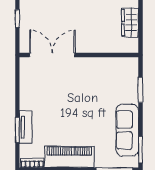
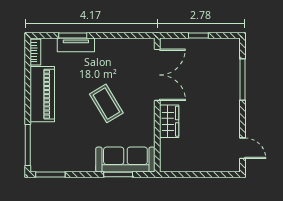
wardrobe: (130, 23) -> (169, 121), moved, turned 90
coffee table: (78, 100) -> (106, 103), added
sofa: (127, 130) -> (125, 160), moved

